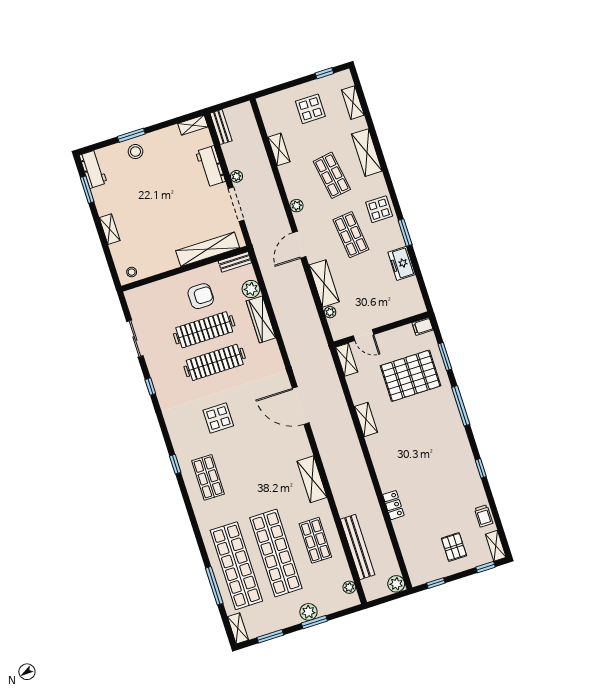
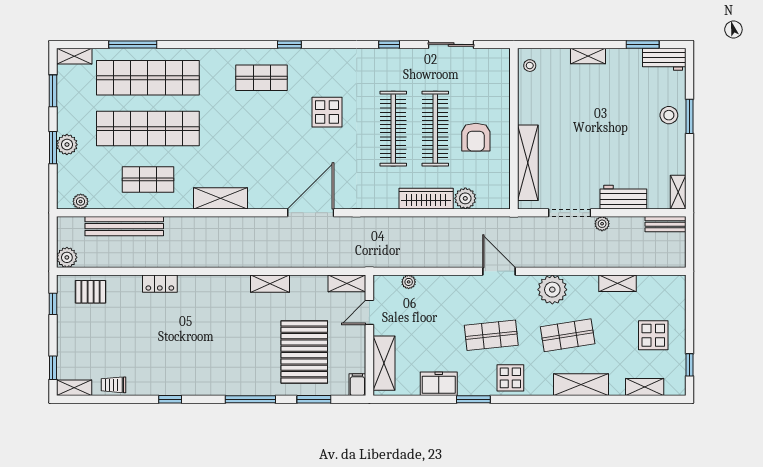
plant: (296, 206) -> (552, 290), width x1.88, depth x1.88
bench: (235, 262) -> (503, 190), removed
shelving: (324, 283) -> (384, 363), moved, turned 90
pallet: (454, 547) -> (91, 292), moved

